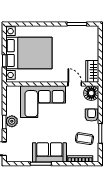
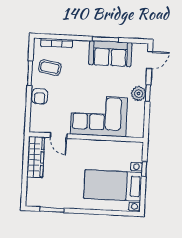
bed with nightstands: (29, 53) -> (113, 185), width x0.73
wardrobe: (92, 71) -> (36, 157), width x1.50
floor lamp: (91, 93) -> (39, 123), removed
sofa: (49, 152) -> (110, 54), moved

